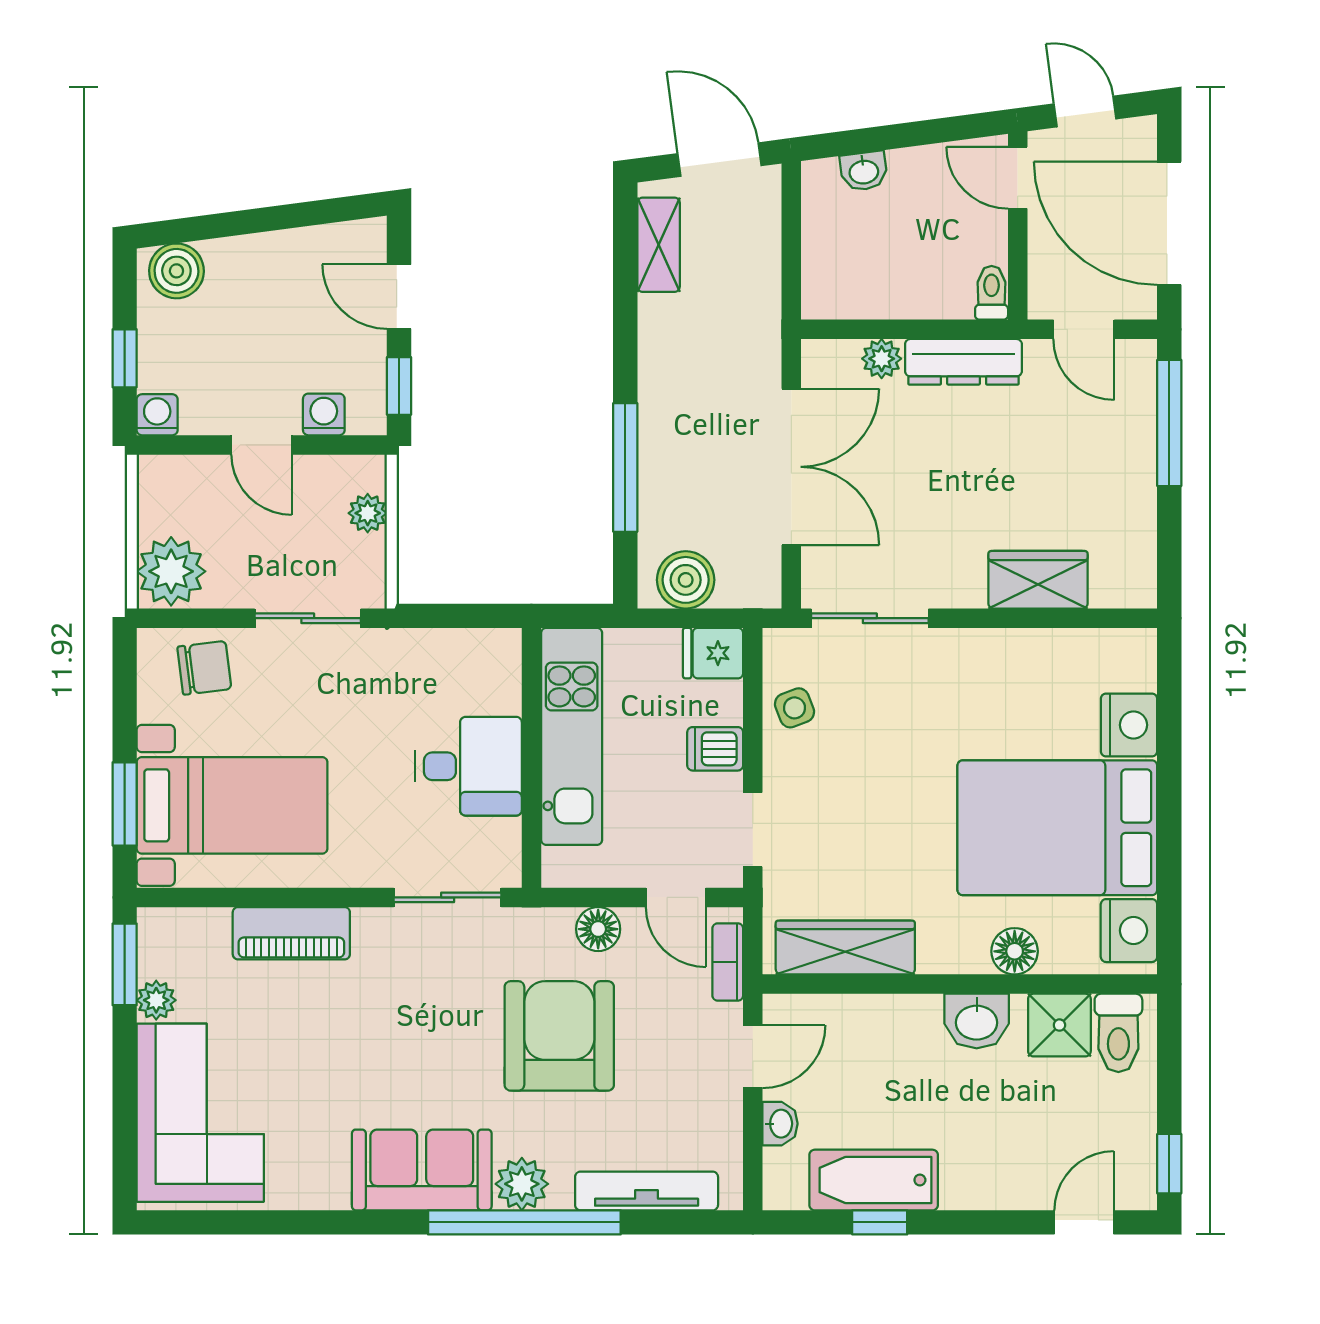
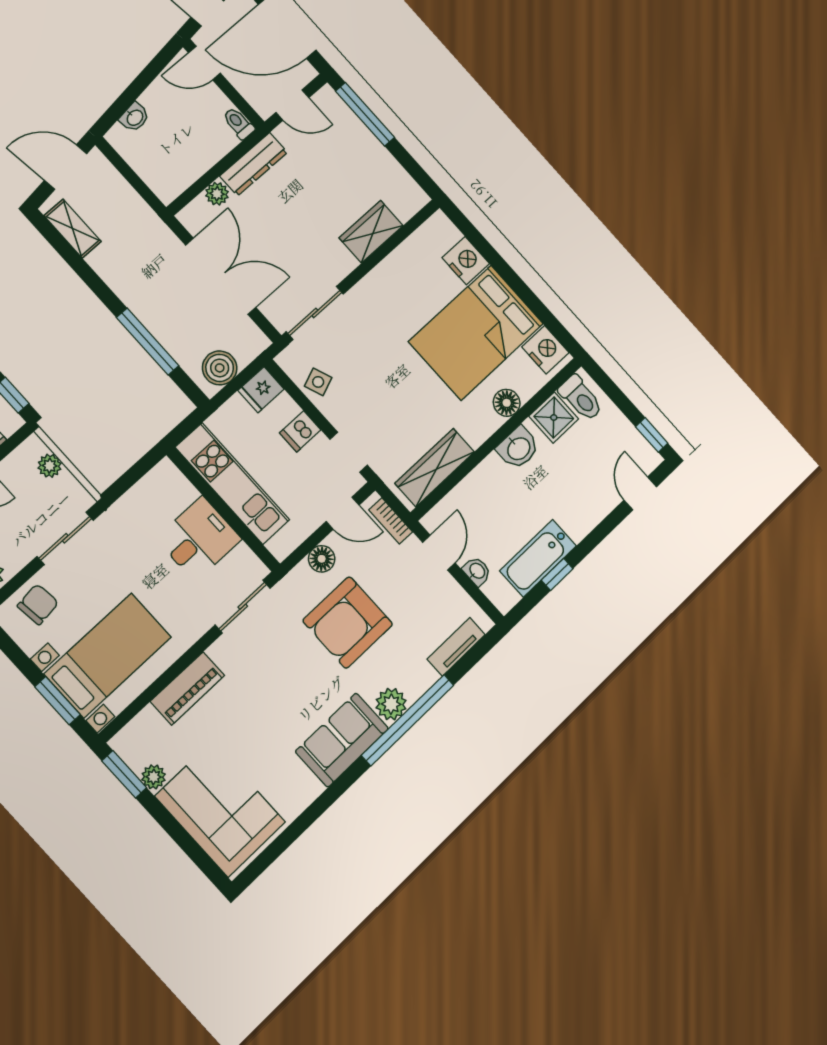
armchair: (559, 1036) -> (348, 622), turned -90
tv unit: (647, 1191) -> (456, 647), width x0.71

